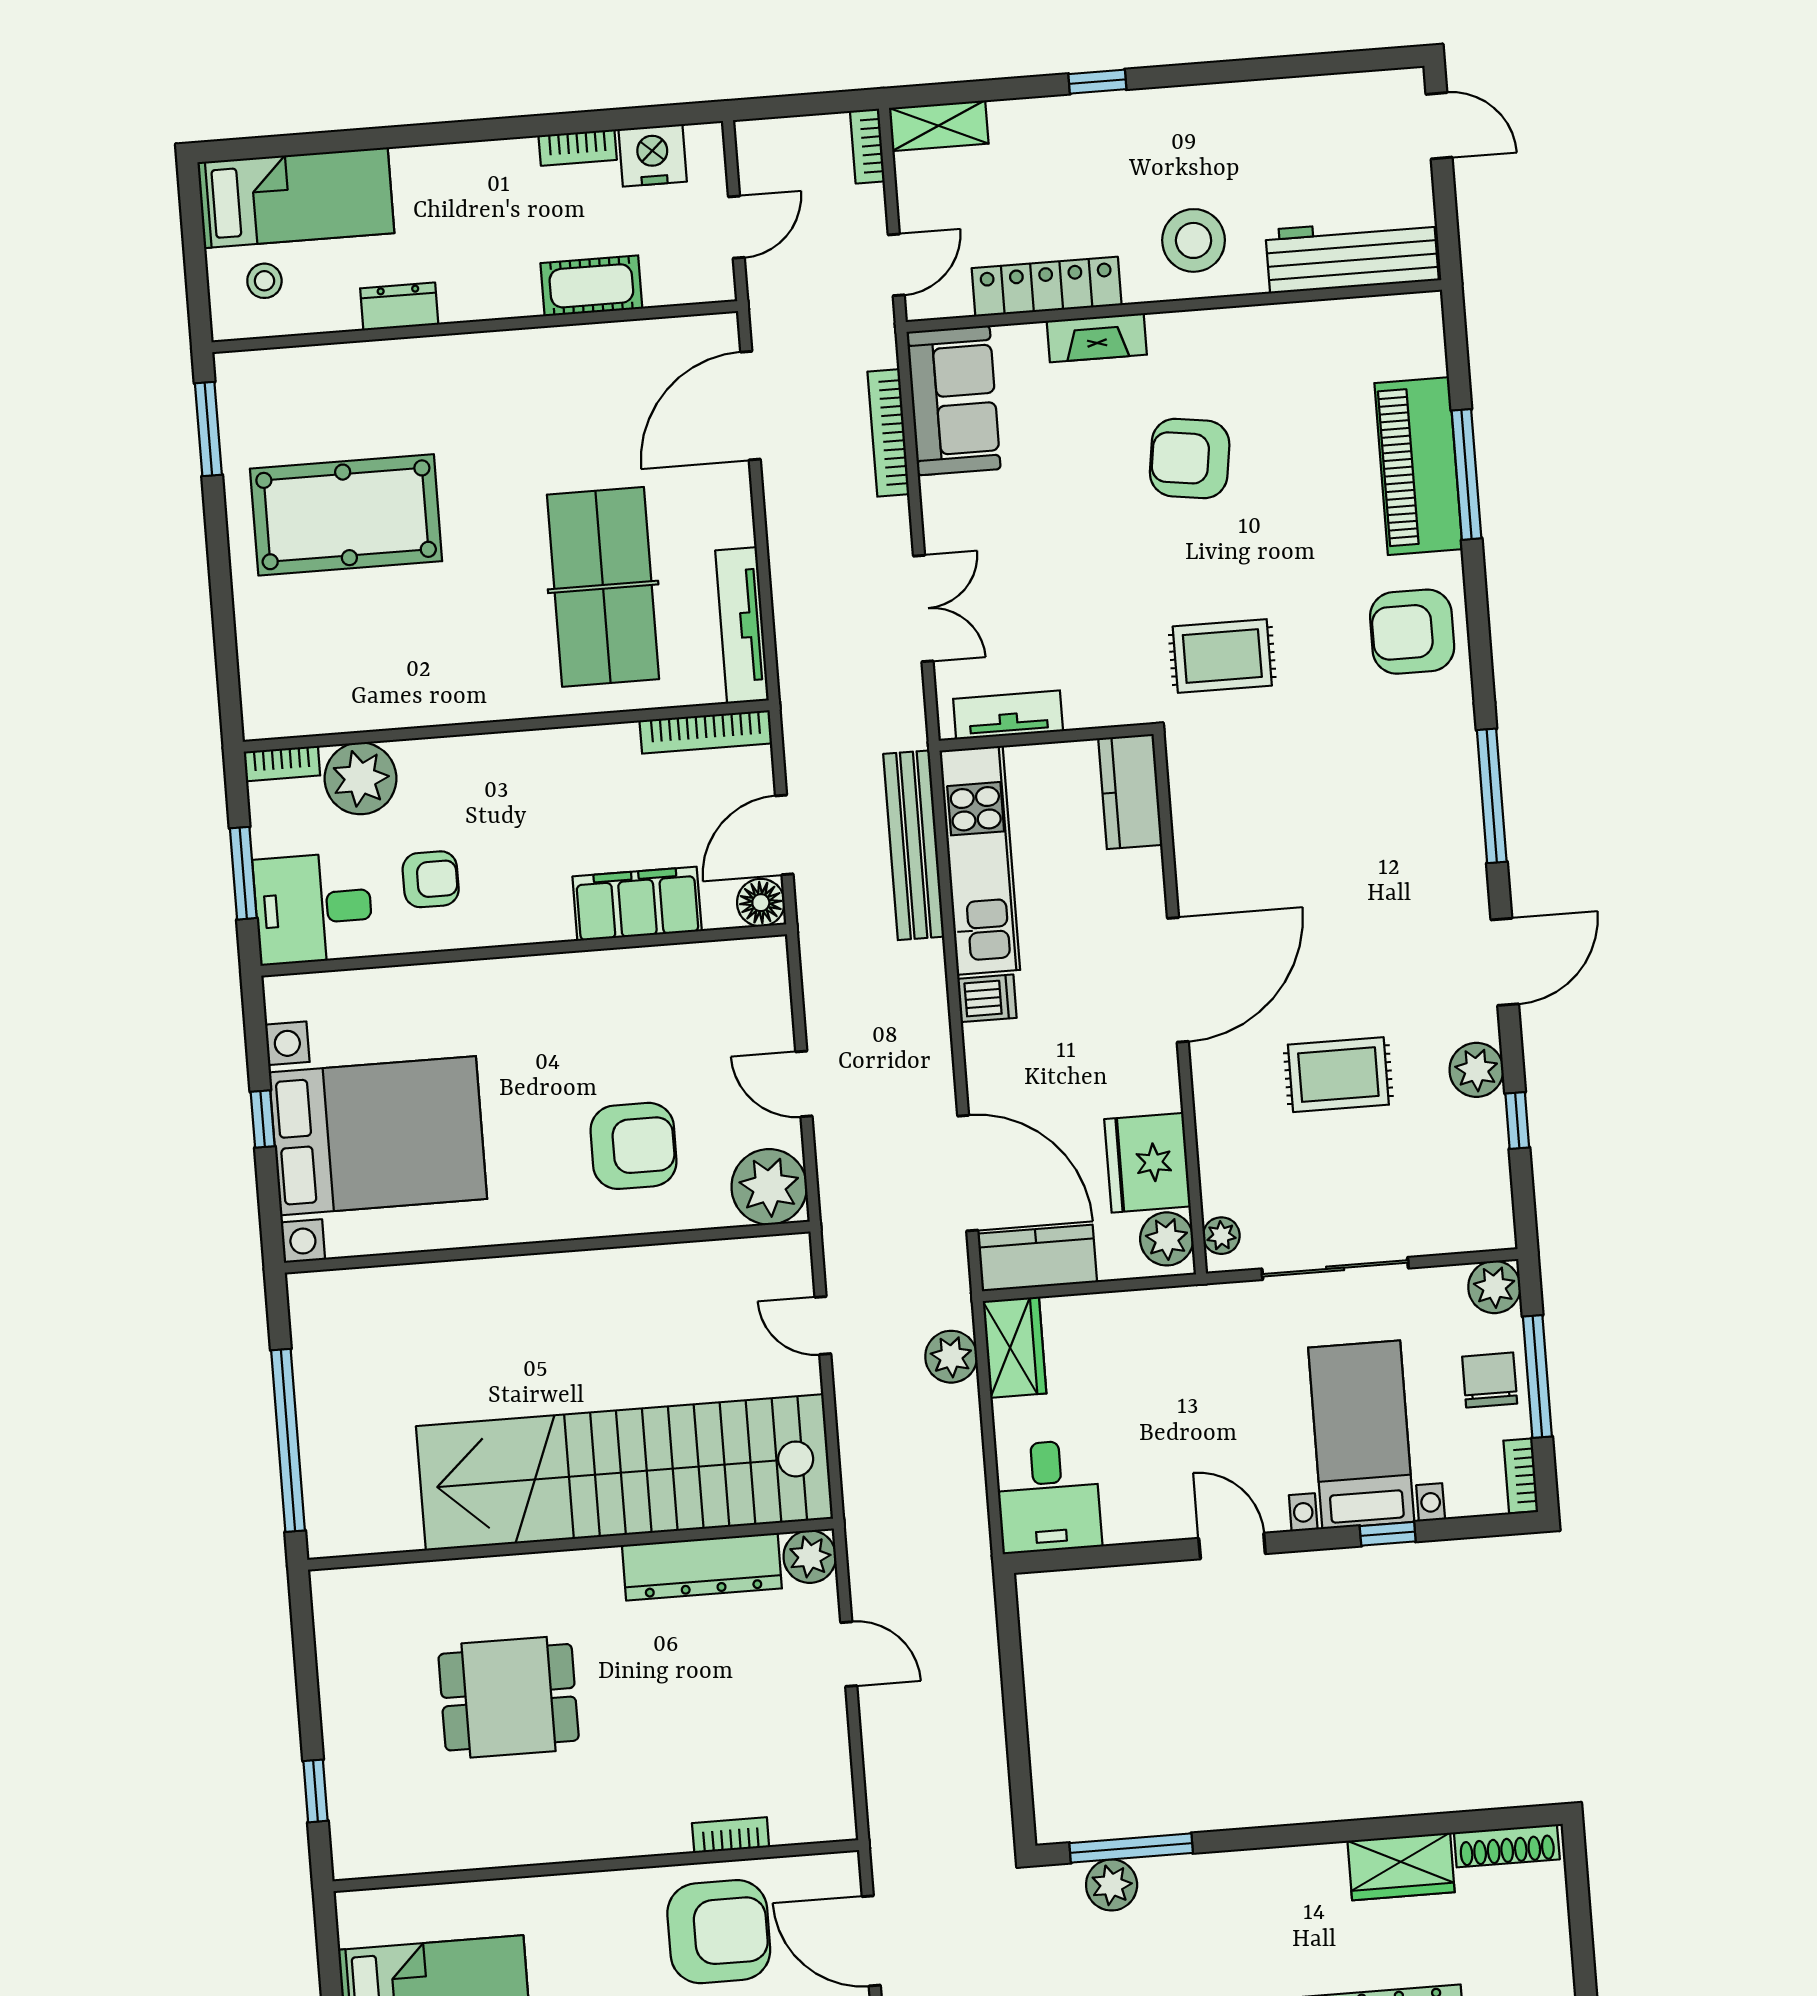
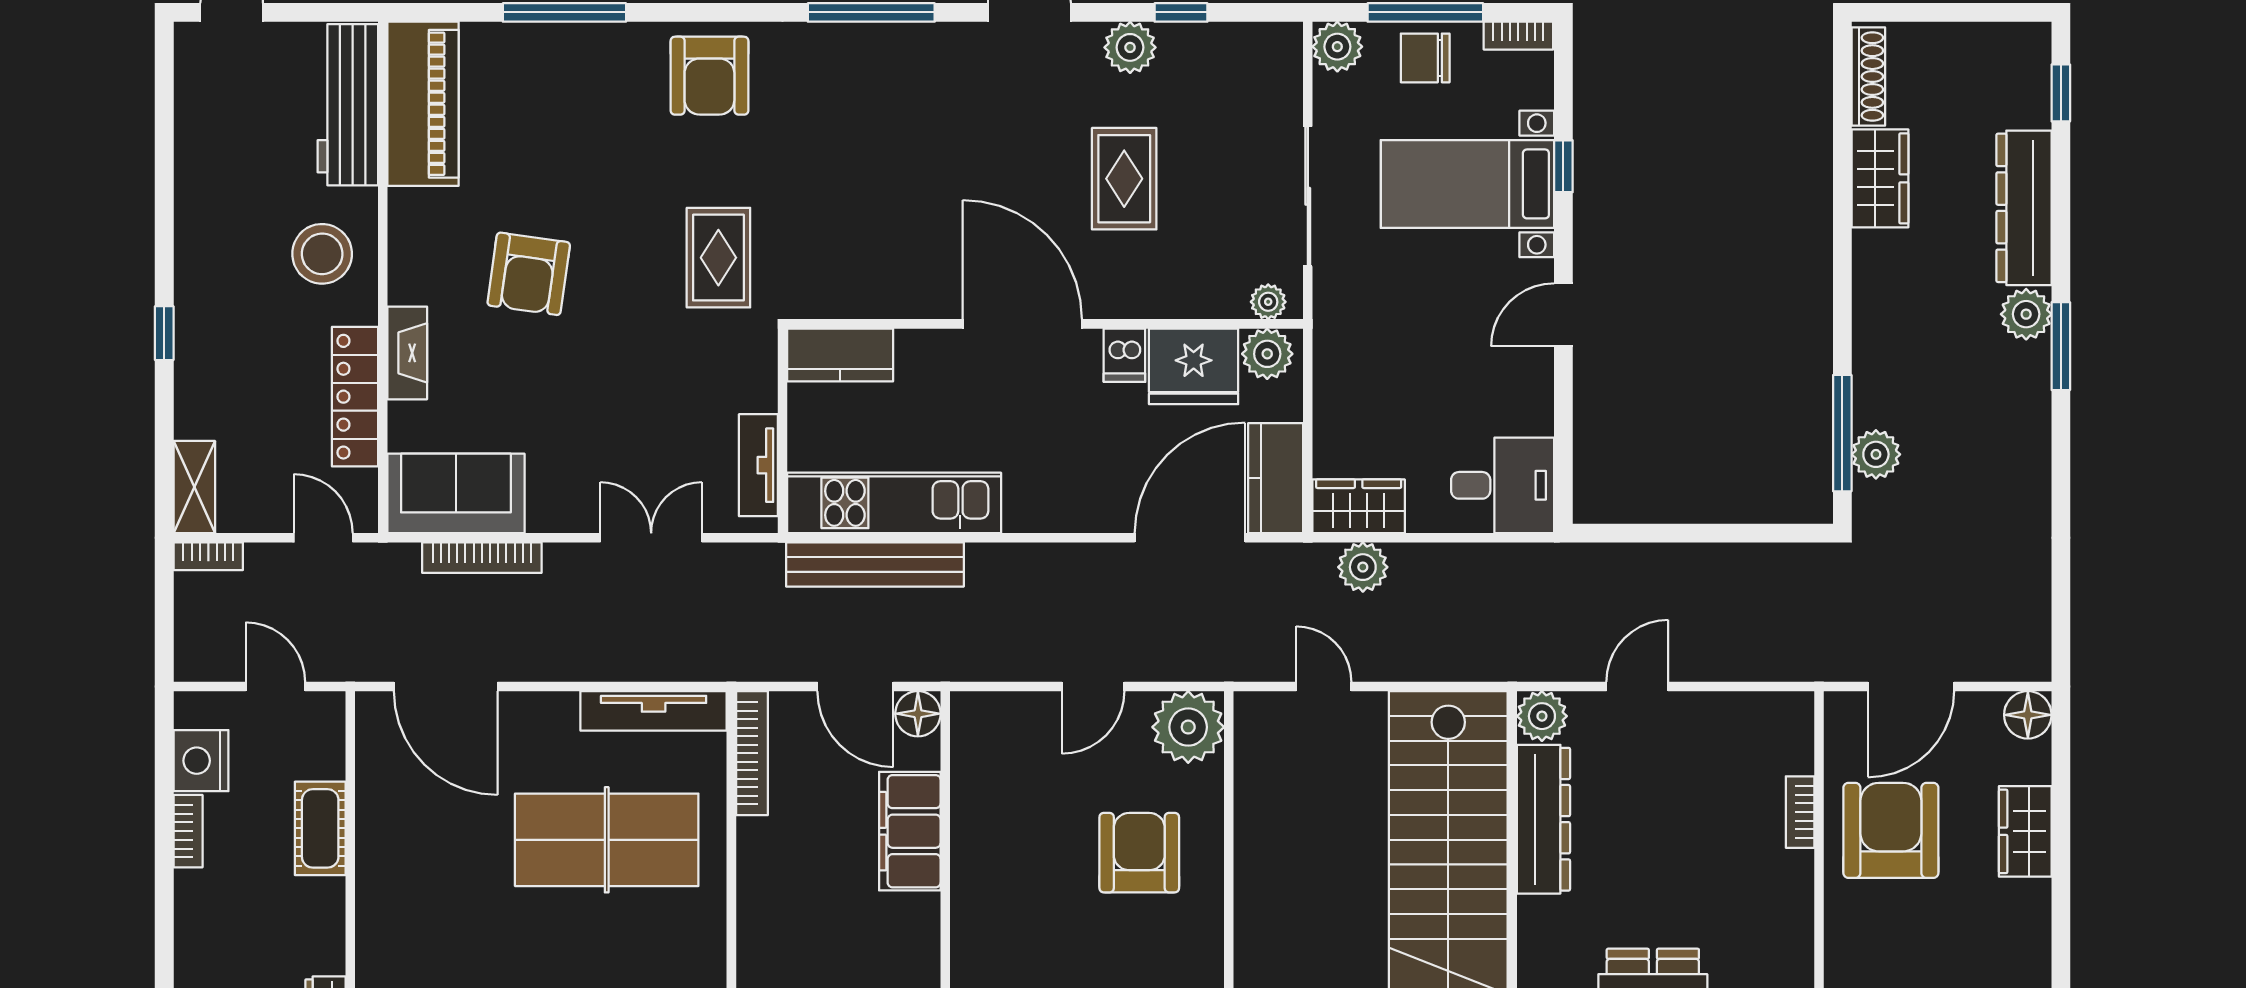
piano: (1418, 466) -> (423, 104), moved, turned -90
dishwasher: (987, 998) -> (1124, 355), moved, turned 180
door: (823, 1326) -> (1324, 686), swing flipped

